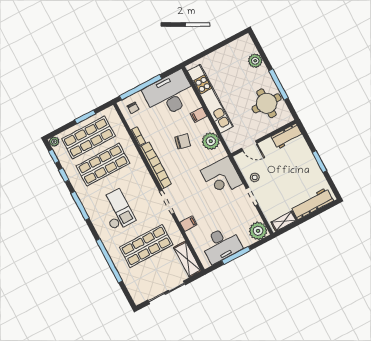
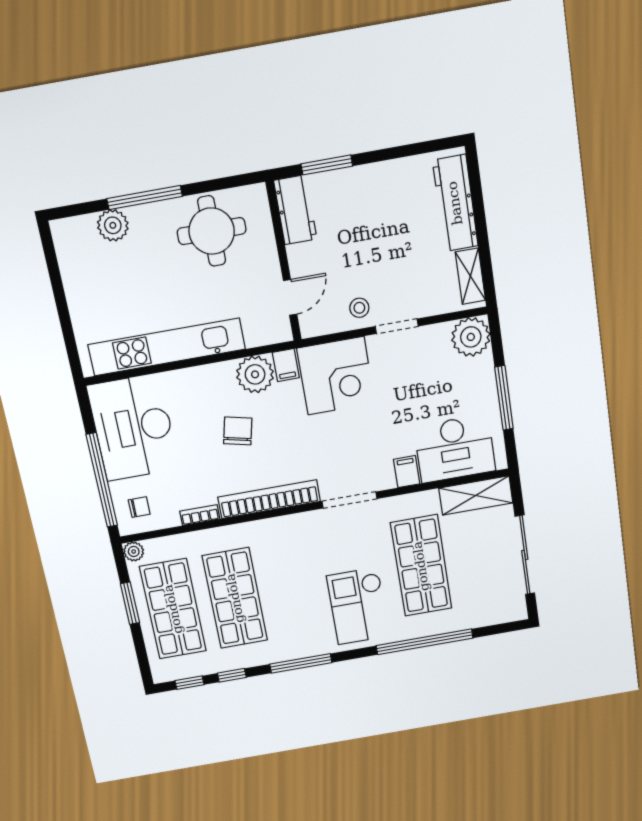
window: (278, 84) -> (145, 198), moved
filing cabinet: (199, 115) -> (286, 365), moved
plant: (54, 142) -> (134, 551), moved
window: (319, 162) -> (327, 165), moved
checkout: (117, 210) -> (358, 606), moved, turned -90
desk: (221, 245) -> (455, 449), moved, turned 90

